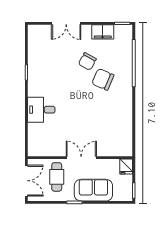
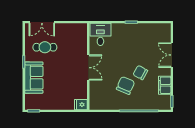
wall: (80, 158) -> (88, 67), moved
double door: (81, 158) -> (88, 68), moved
fridge: (126, 167) -> (81, 105), moved

